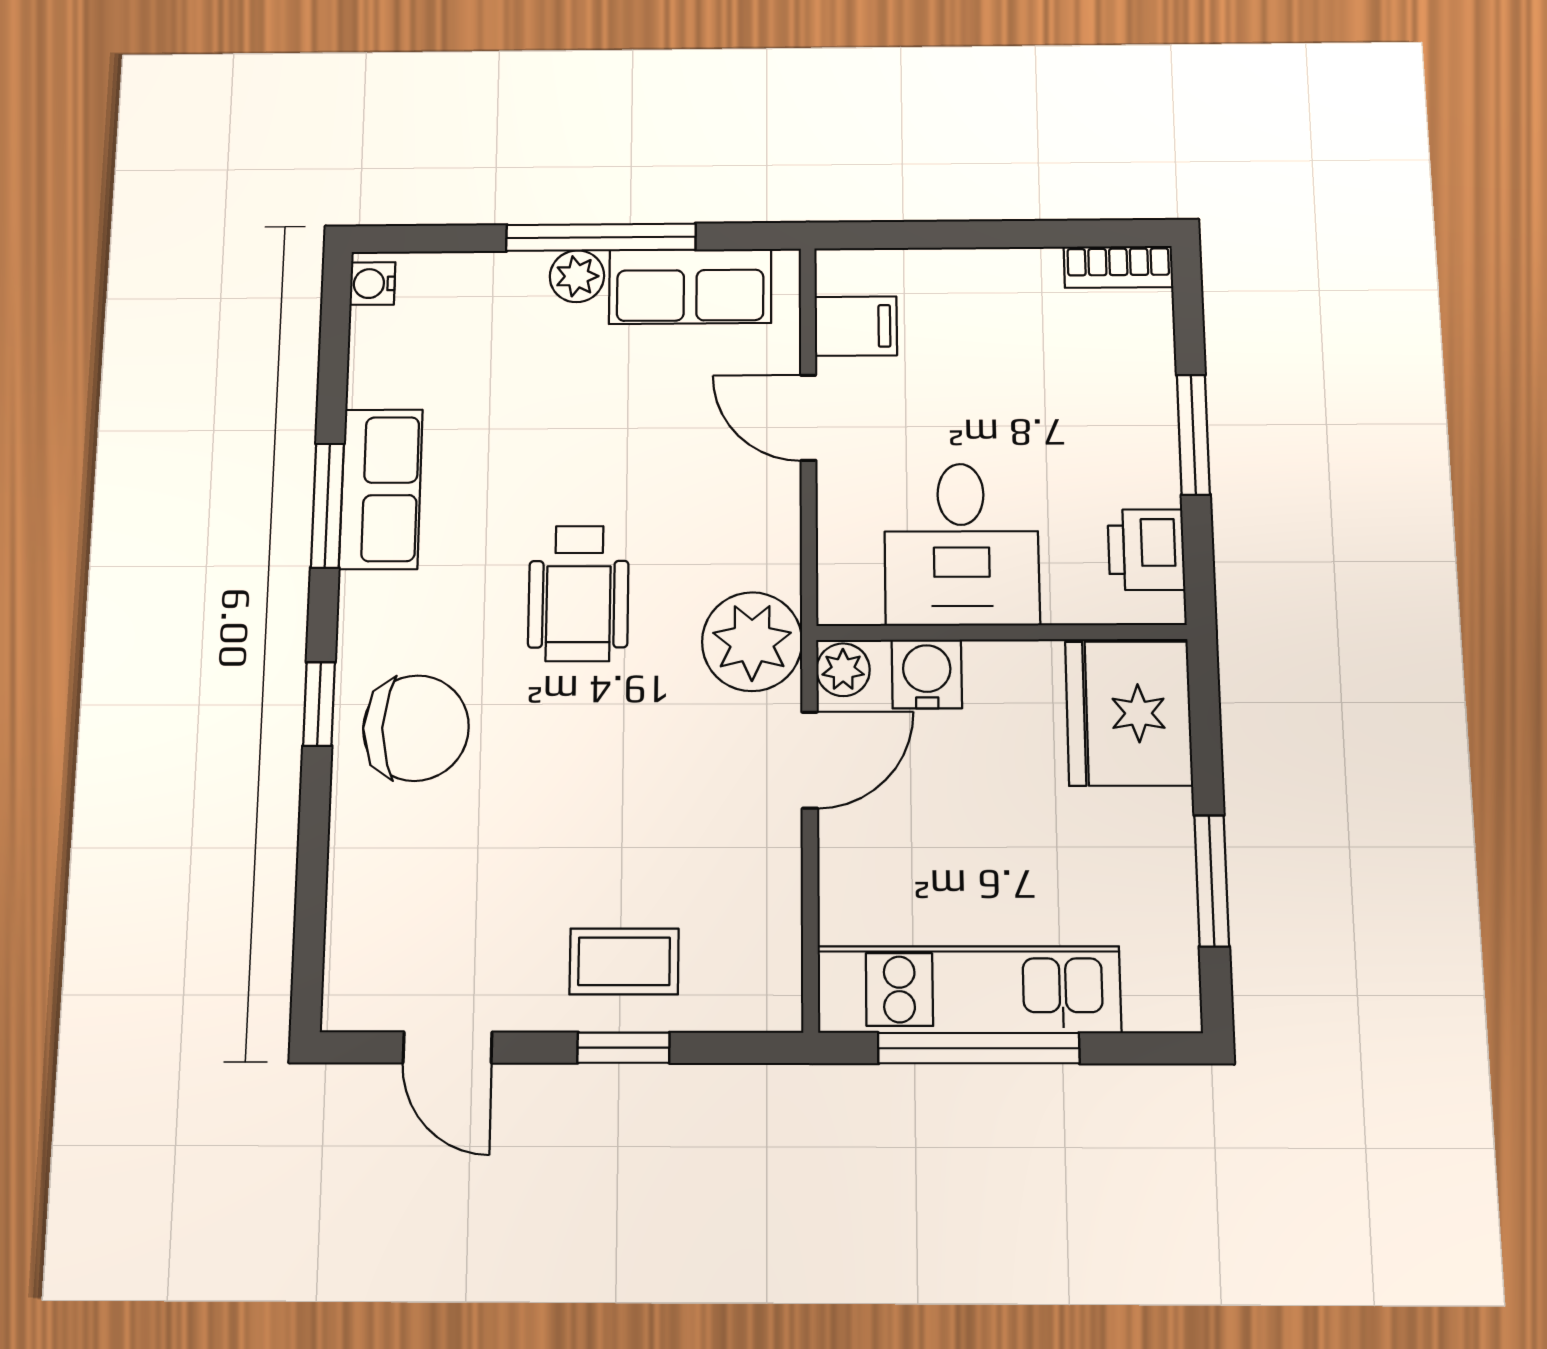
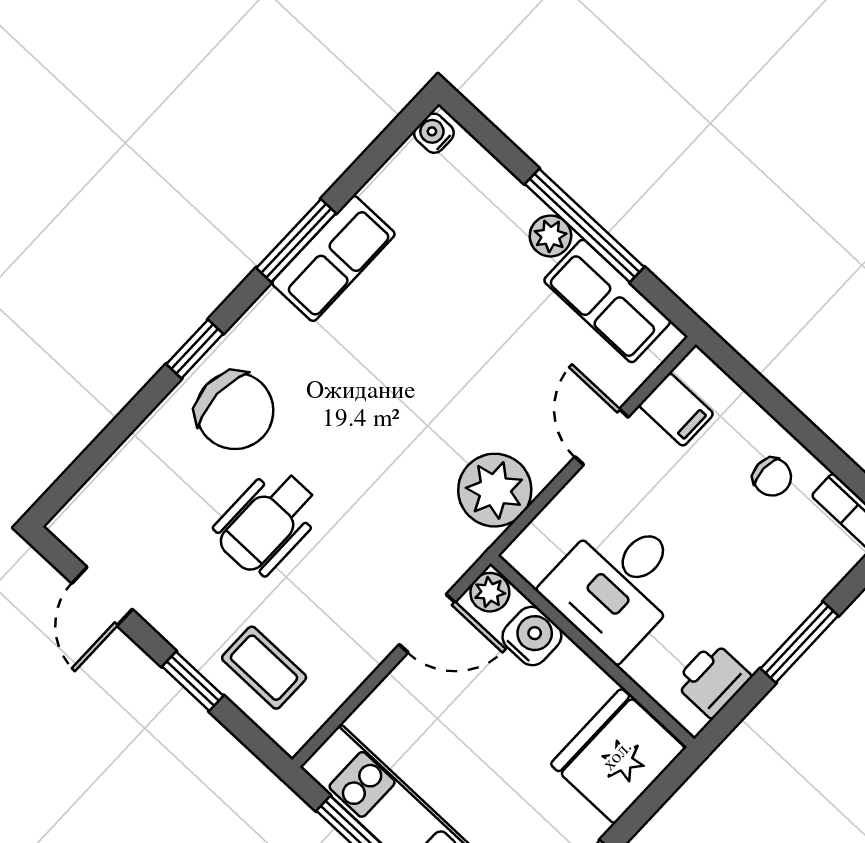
chair: (1010, 304) -> (772, 477), added
wheelchair: (579, 593) -> (267, 522), moved
plant: (752, 642) -> (495, 490), moved
coffee table: (624, 961) -> (264, 668), moved

